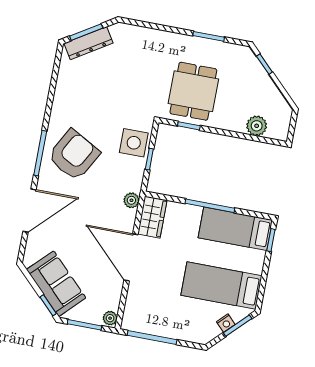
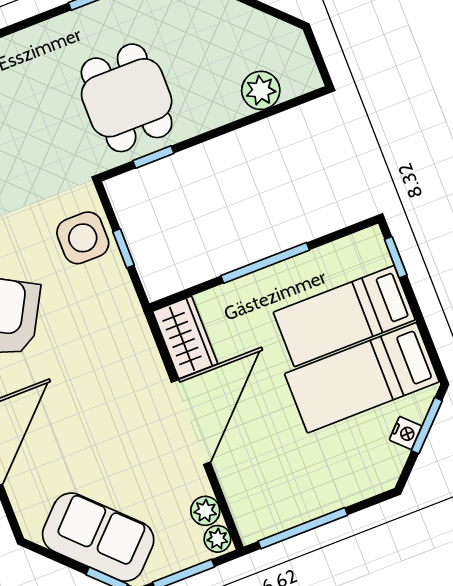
plant: (131, 200) -> (205, 511), moved
bed: (235, 229) -> (344, 316), moved
door: (131, 257) -> (191, 422), swing flipped

